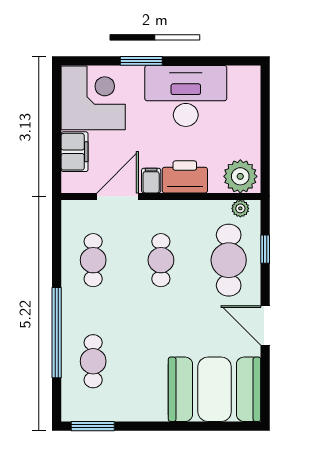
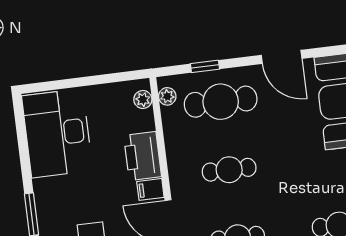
desk: (186, 96) -> (57, 133), moved
plant: (240, 176) -> (143, 99), width x0.53, depth x0.53
door: (265, 325) -> (282, 57), hinge flipped

